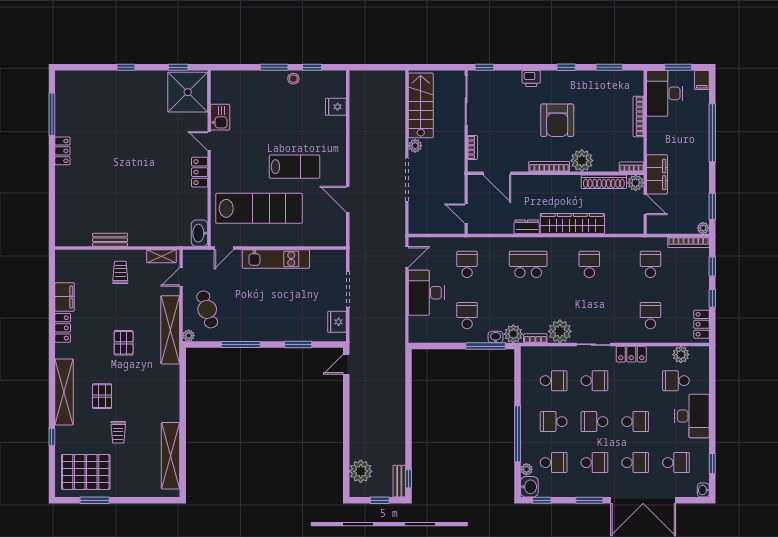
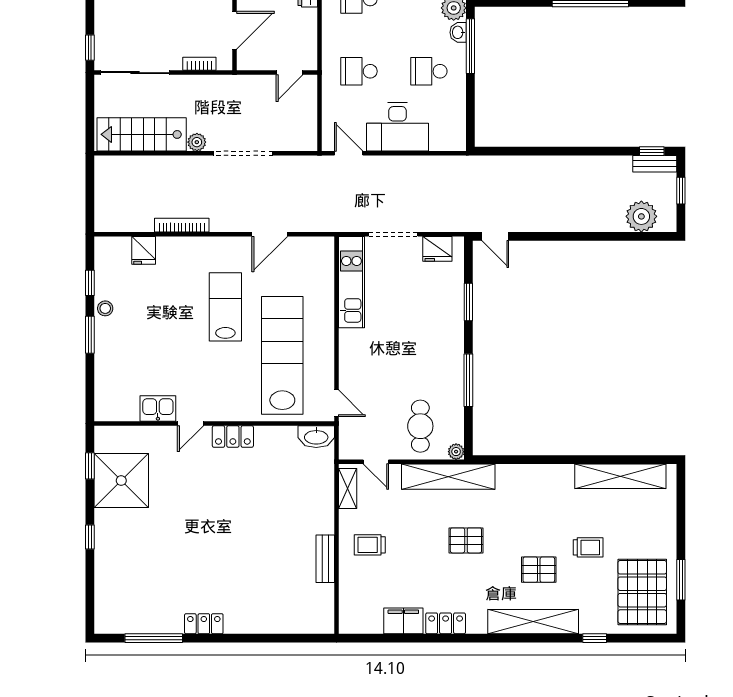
shower: (188, 92) -> (121, 481), moved
bookcase: (354, 135) -> (182, 225), added
kitchen unit: (276, 259) -> (351, 282), moved
cafe table: (207, 309) -> (420, 426), turned -73

